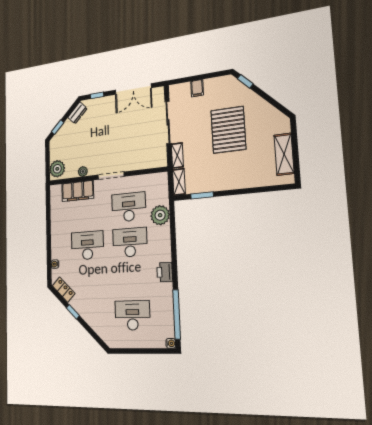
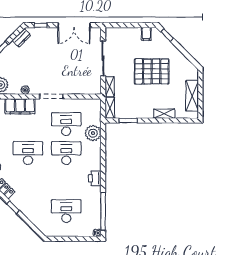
filing cabinet: (197, 88) -> (146, 34), moved
pallet: (228, 130) -> (152, 71), turned 90
shelving: (248, 182) -> (164, 114), added

